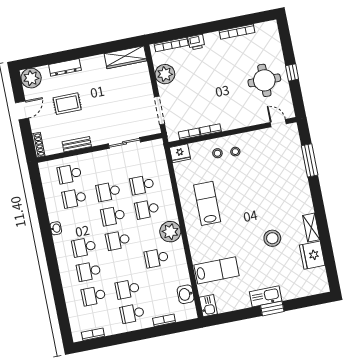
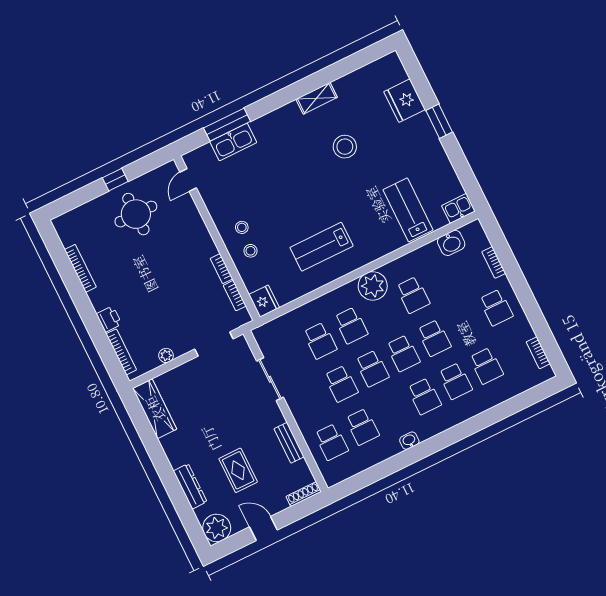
plant: (165, 74) -> (166, 355), width x0.53, depth x0.53
fridge: (312, 255) -> (404, 101), moved, turned 90
school desk: (127, 289) -> (434, 338), moved
kitchen sink: (266, 296) -> (233, 142), moved, turned -90

